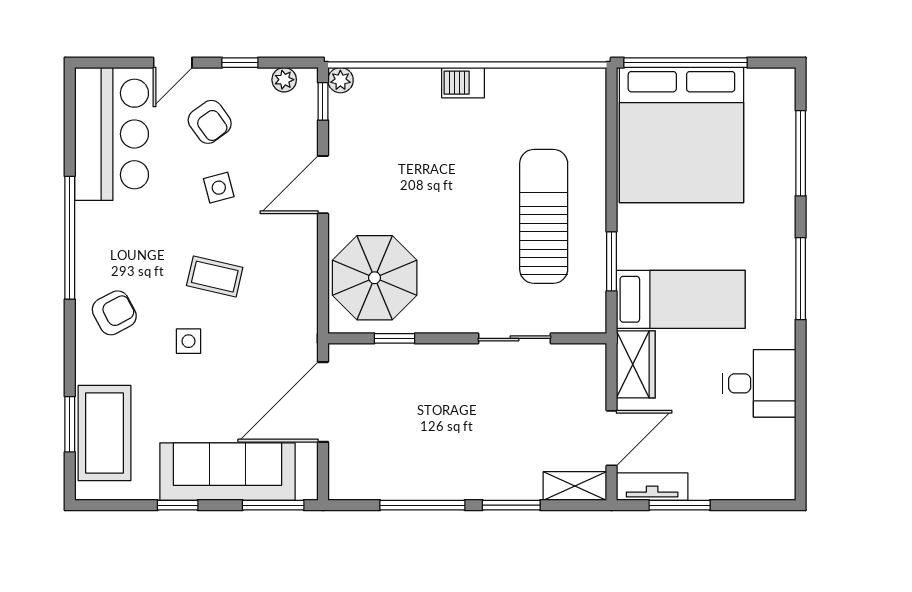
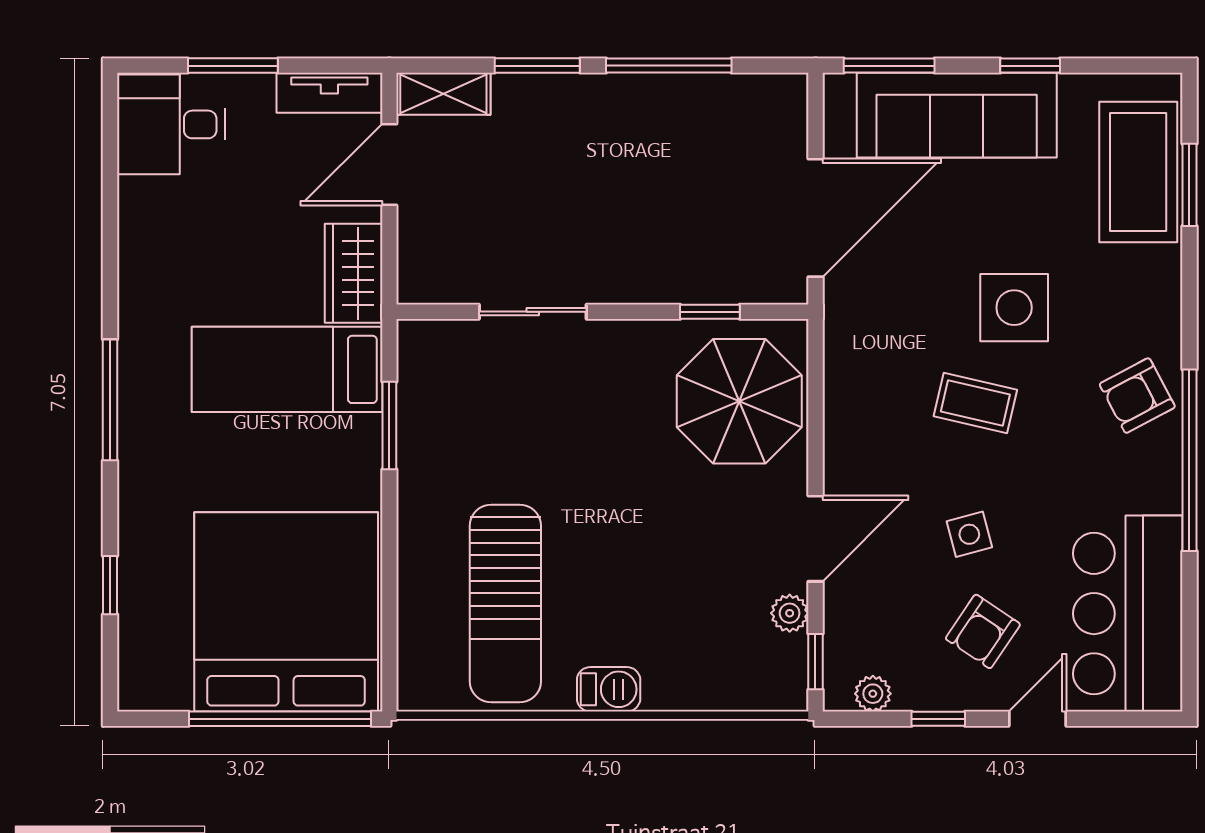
plant: (340, 80) -> (790, 613), moved
armchair: (210, 122) -> (983, 631), turned -110
window: (801, 153) -> (110, 585), width x0.46
sun lounger: (544, 216) -> (505, 604), moved
armchair: (114, 313) -> (1137, 396), moved
side table: (188, 341) -> (1014, 308), width x1.87, depth x1.87
desk: (759, 383) -> (171, 124), moved
window: (680, 505) -> (233, 66), moved

